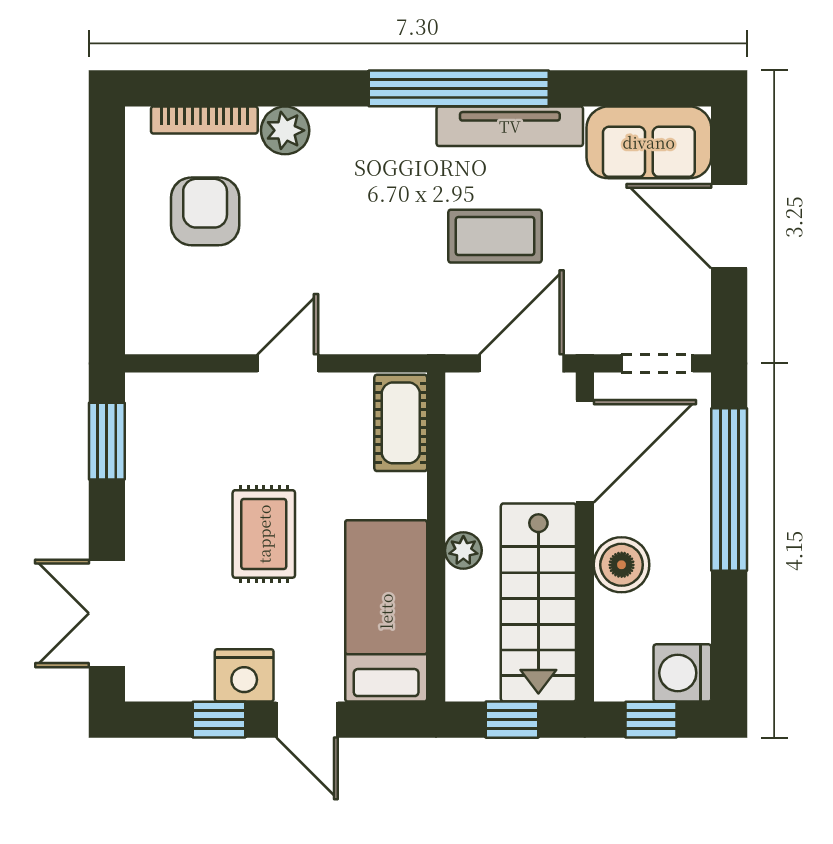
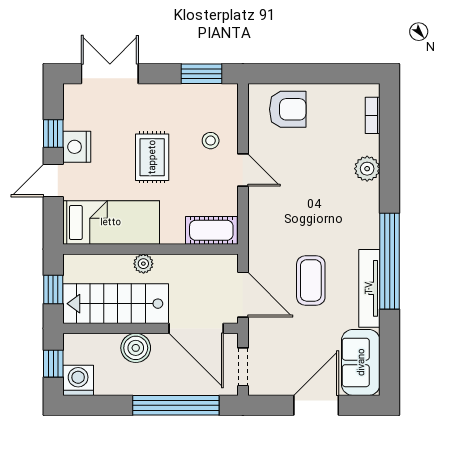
bookcase: (204, 120) -> (373, 115), width x0.64
armchair: (205, 211) -> (288, 109), moved
stool: (232, 424) -> (211, 141), added
rug: (264, 534) -> (152, 157), turned 90

